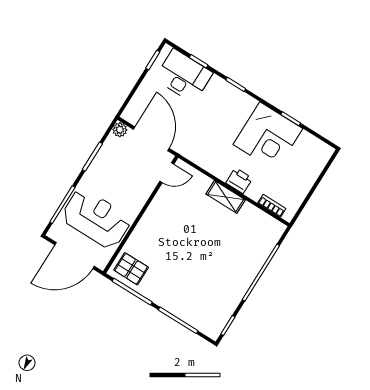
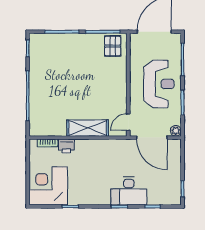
desk: (184, 76) -> (129, 191), moved
corner desk: (268, 136) -> (48, 186), moved
printer: (239, 181) -> (66, 146), moved
shelving: (226, 197) -> (88, 128), width x1.50, depth x1.33
reception desk: (96, 219) -> (159, 84), moved, turned -90
pallet: (131, 269) -> (113, 46), turned 90

